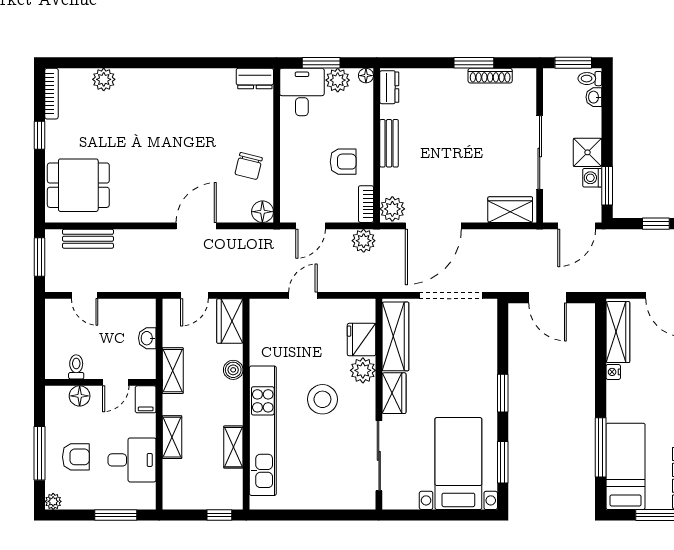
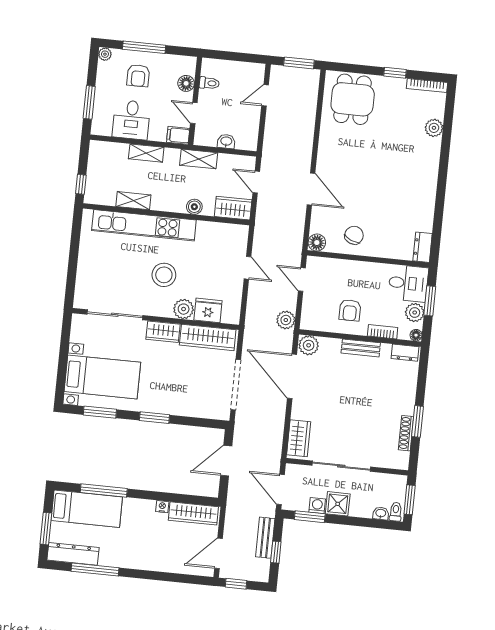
chair: (249, 166) -> (354, 235), turned 99
bookcase: (366, 204) -> (383, 332), moved
bench: (88, 239) -> (265, 538), moved

